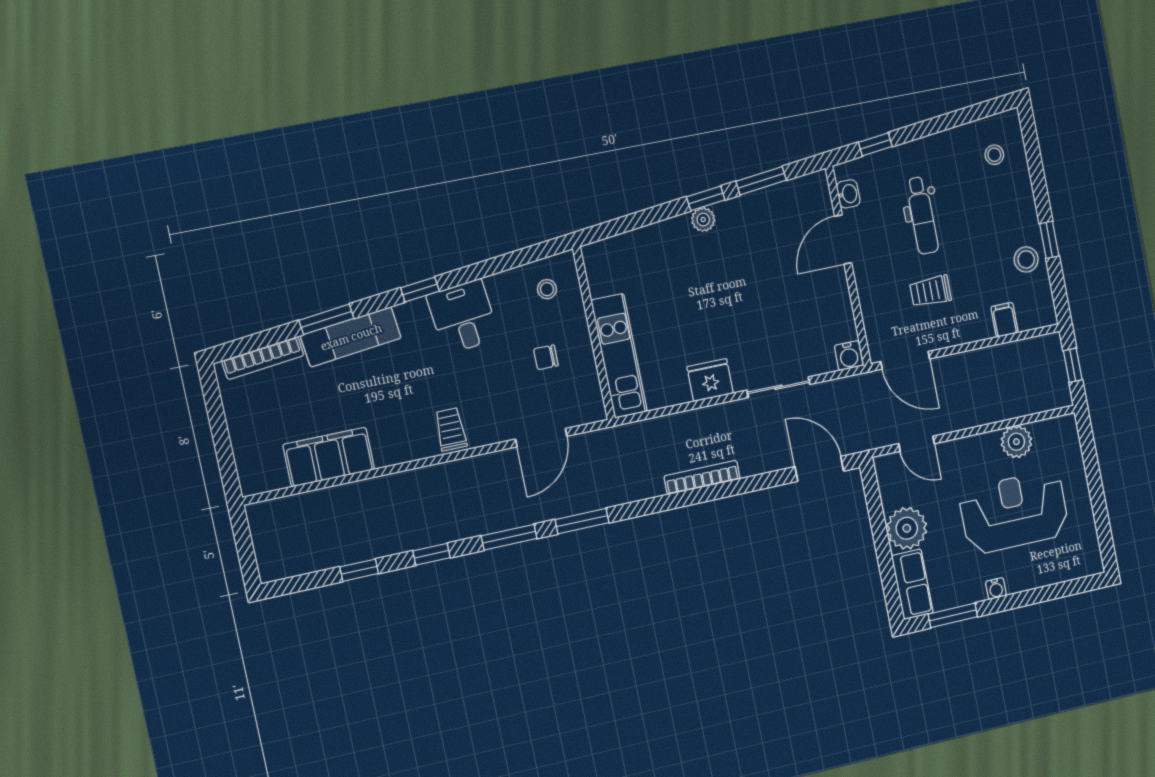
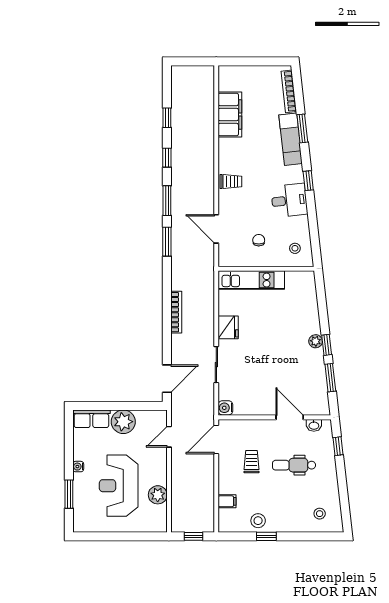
reception desk: (1014, 512) -> (119, 486), turned 180
window: (953, 615) -> (69, 494), moved

